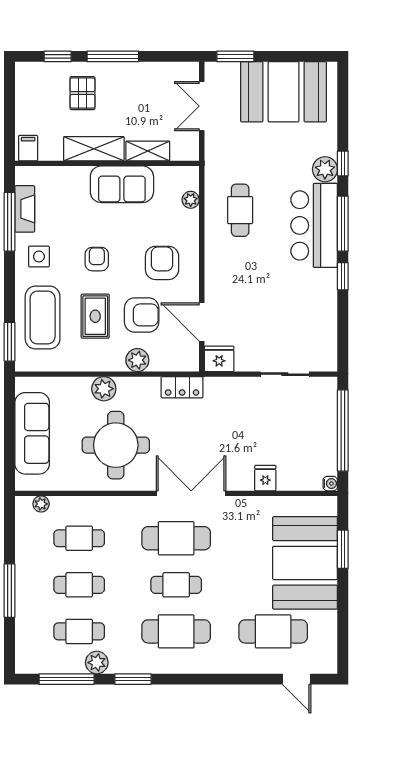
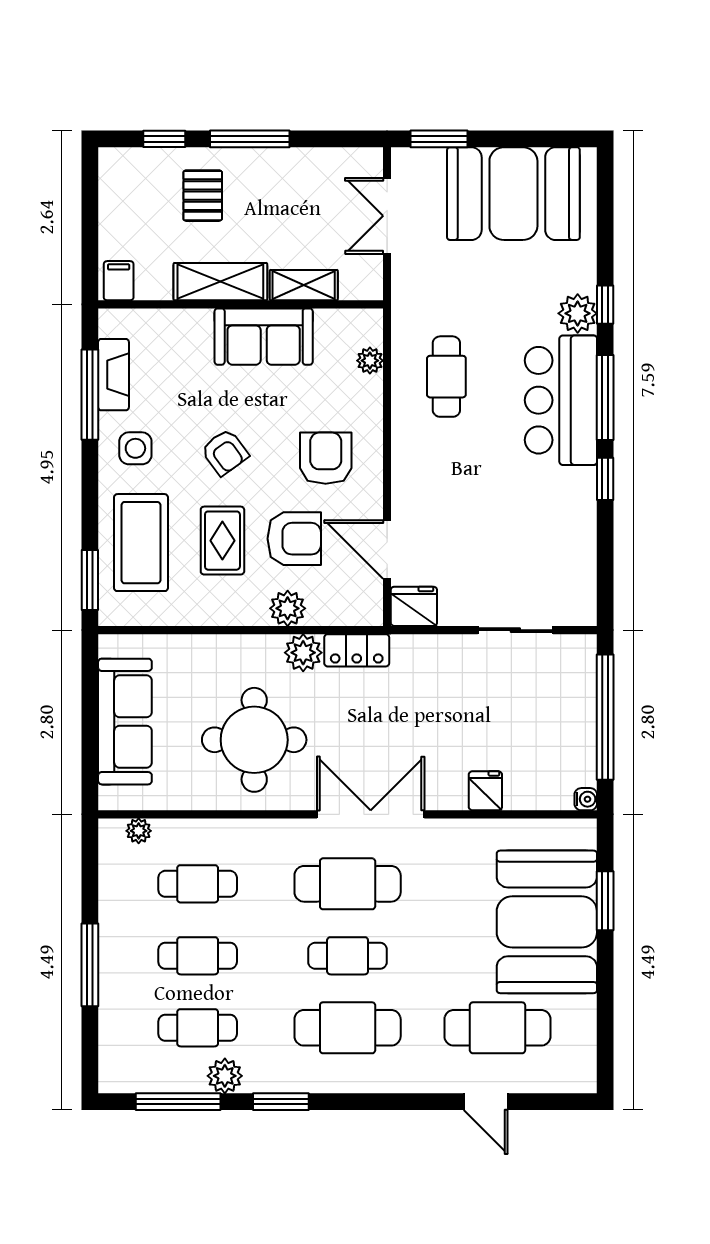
armchair: (97, 259) -> (225, 452), turned 144
plant: (104, 389) -> (303, 653), moved
door: (297, 679) -> (486, 1102), moved

